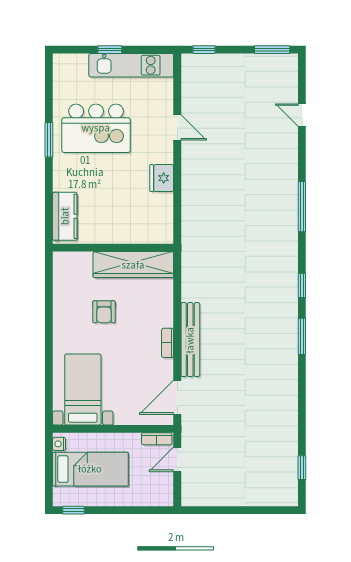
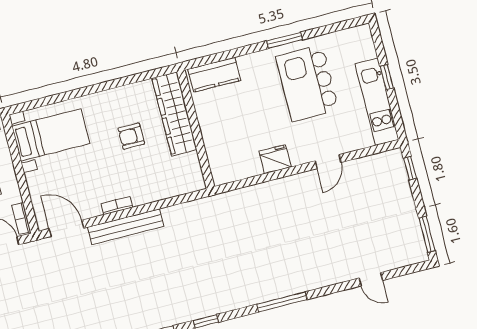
door: (302, 115) -> (371, 279), swing flipped
wardrobe: (133, 265) -> (174, 114), moved

